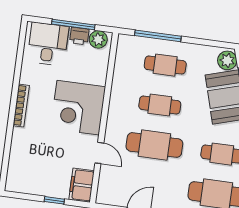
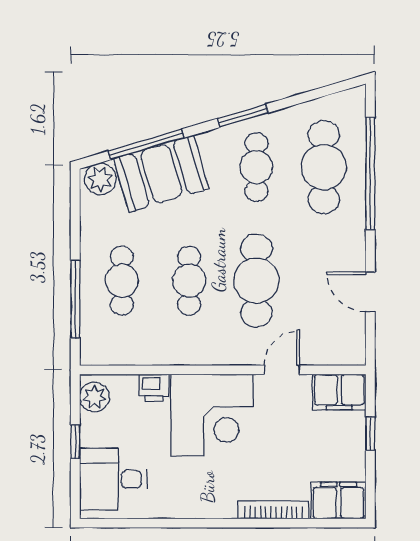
window: (73, 24) -> (75, 442), width x0.46
printer: (79, 36) -> (154, 388), moved, turned 90
bookcase: (21, 106) -> (273, 510), moved
filing cabinet: (17, 176) -> (338, 501), added

